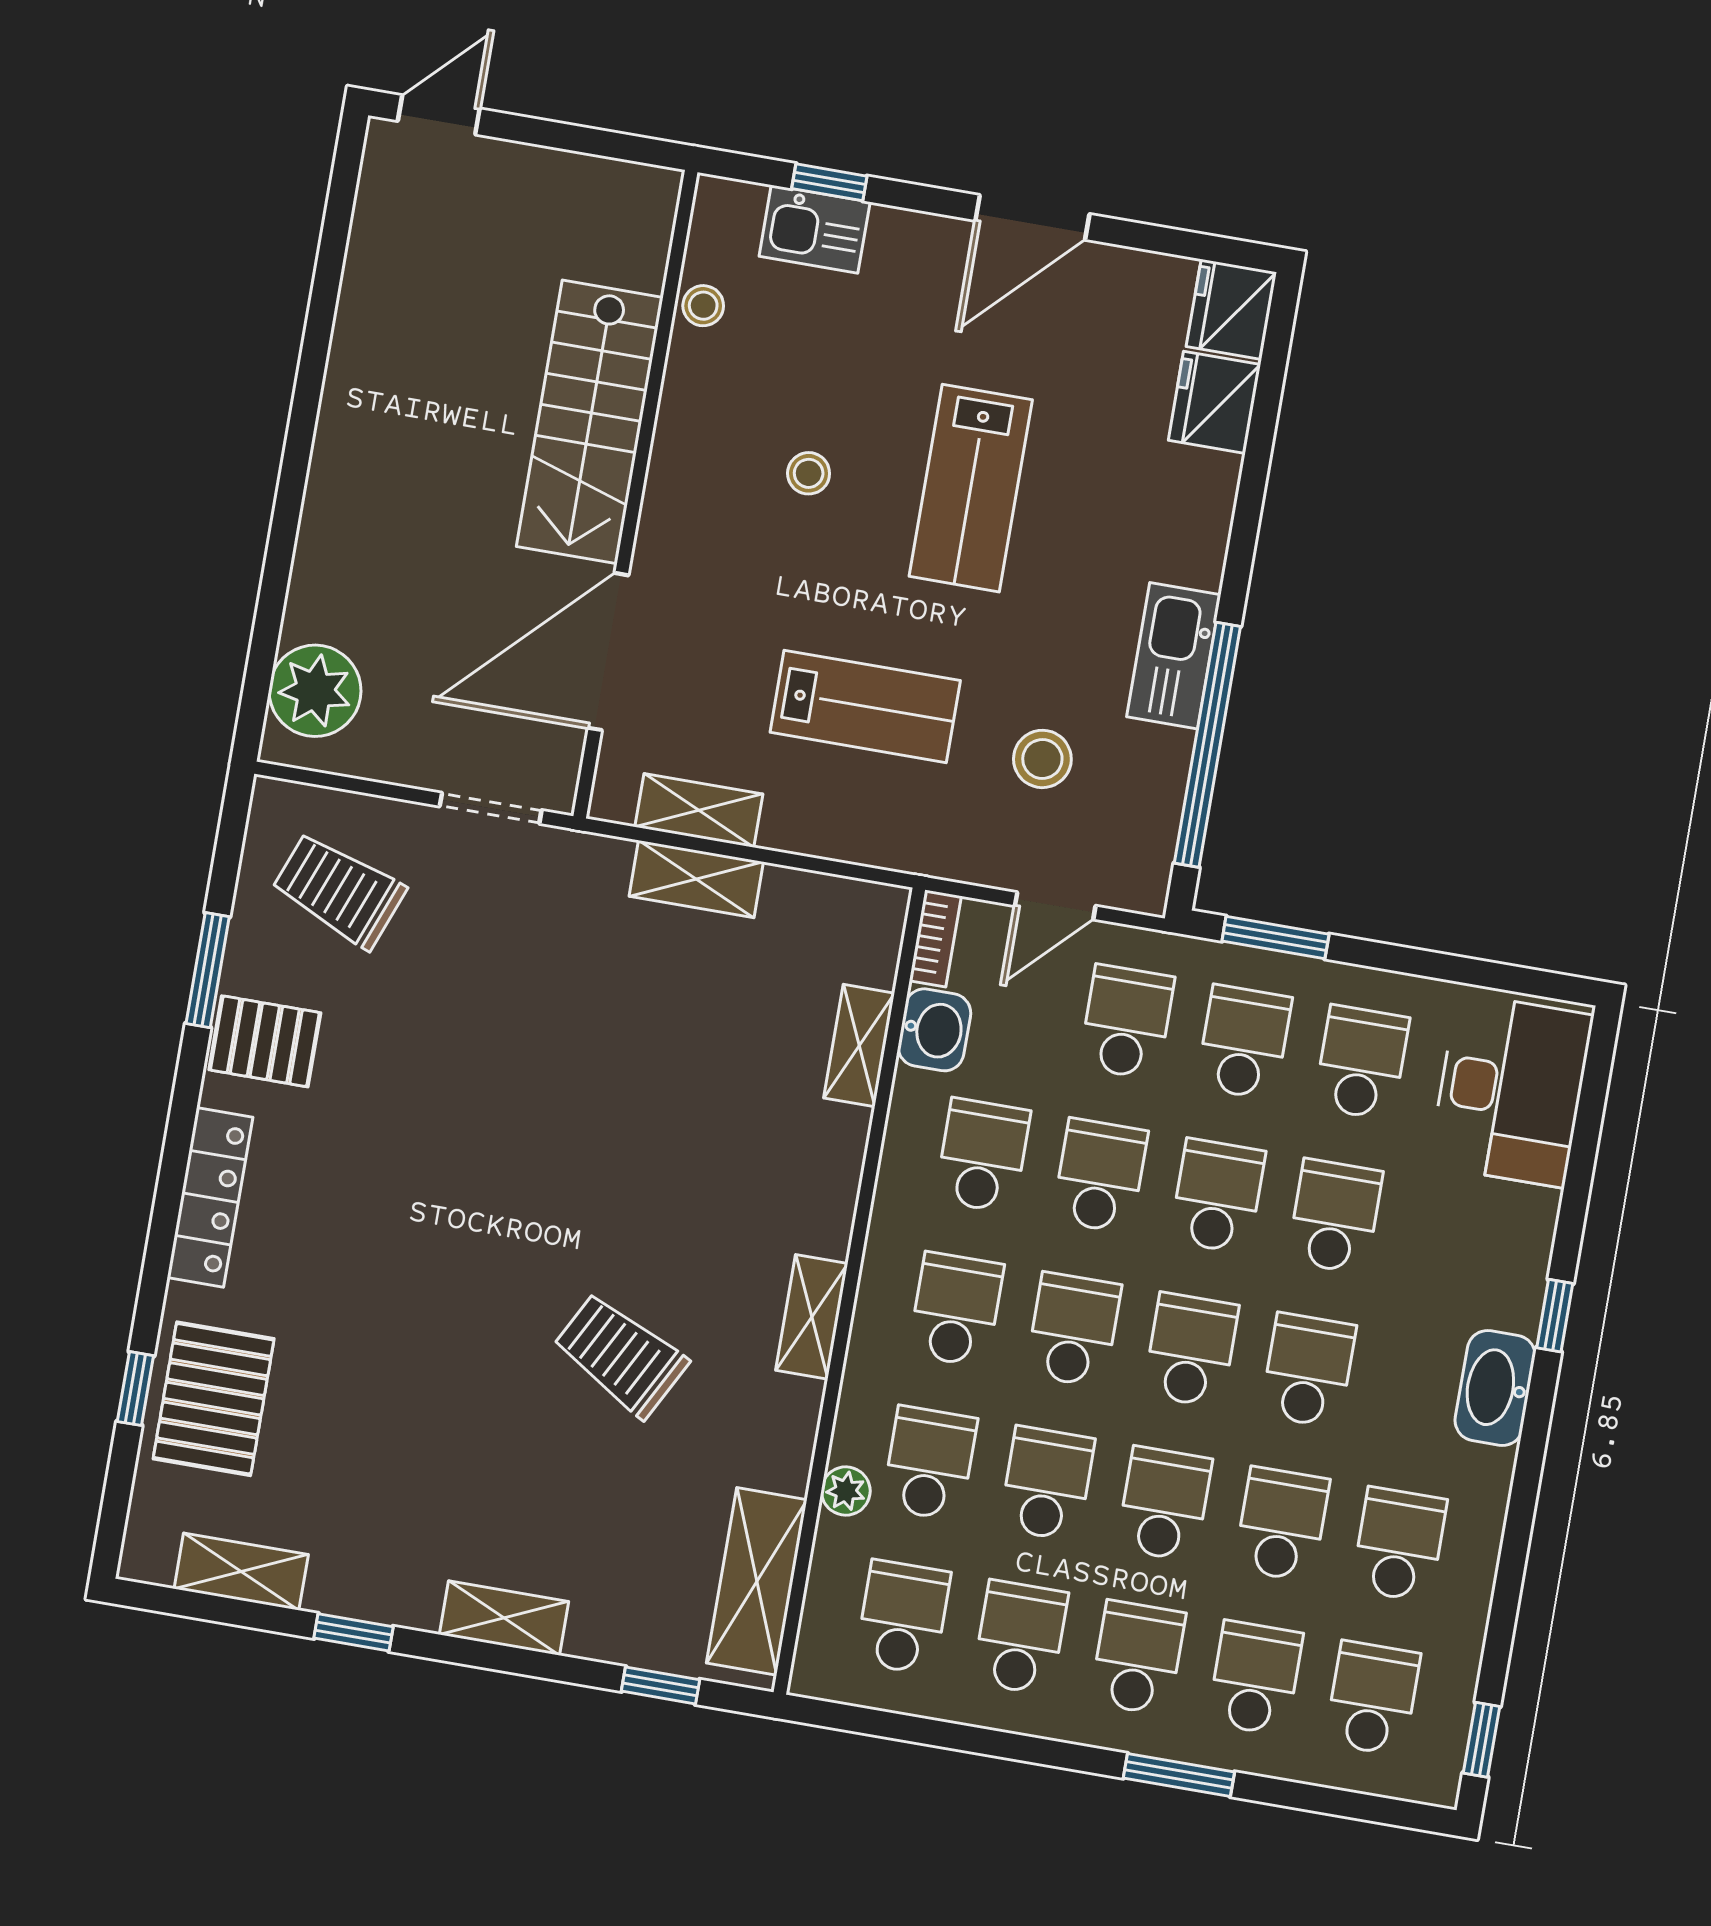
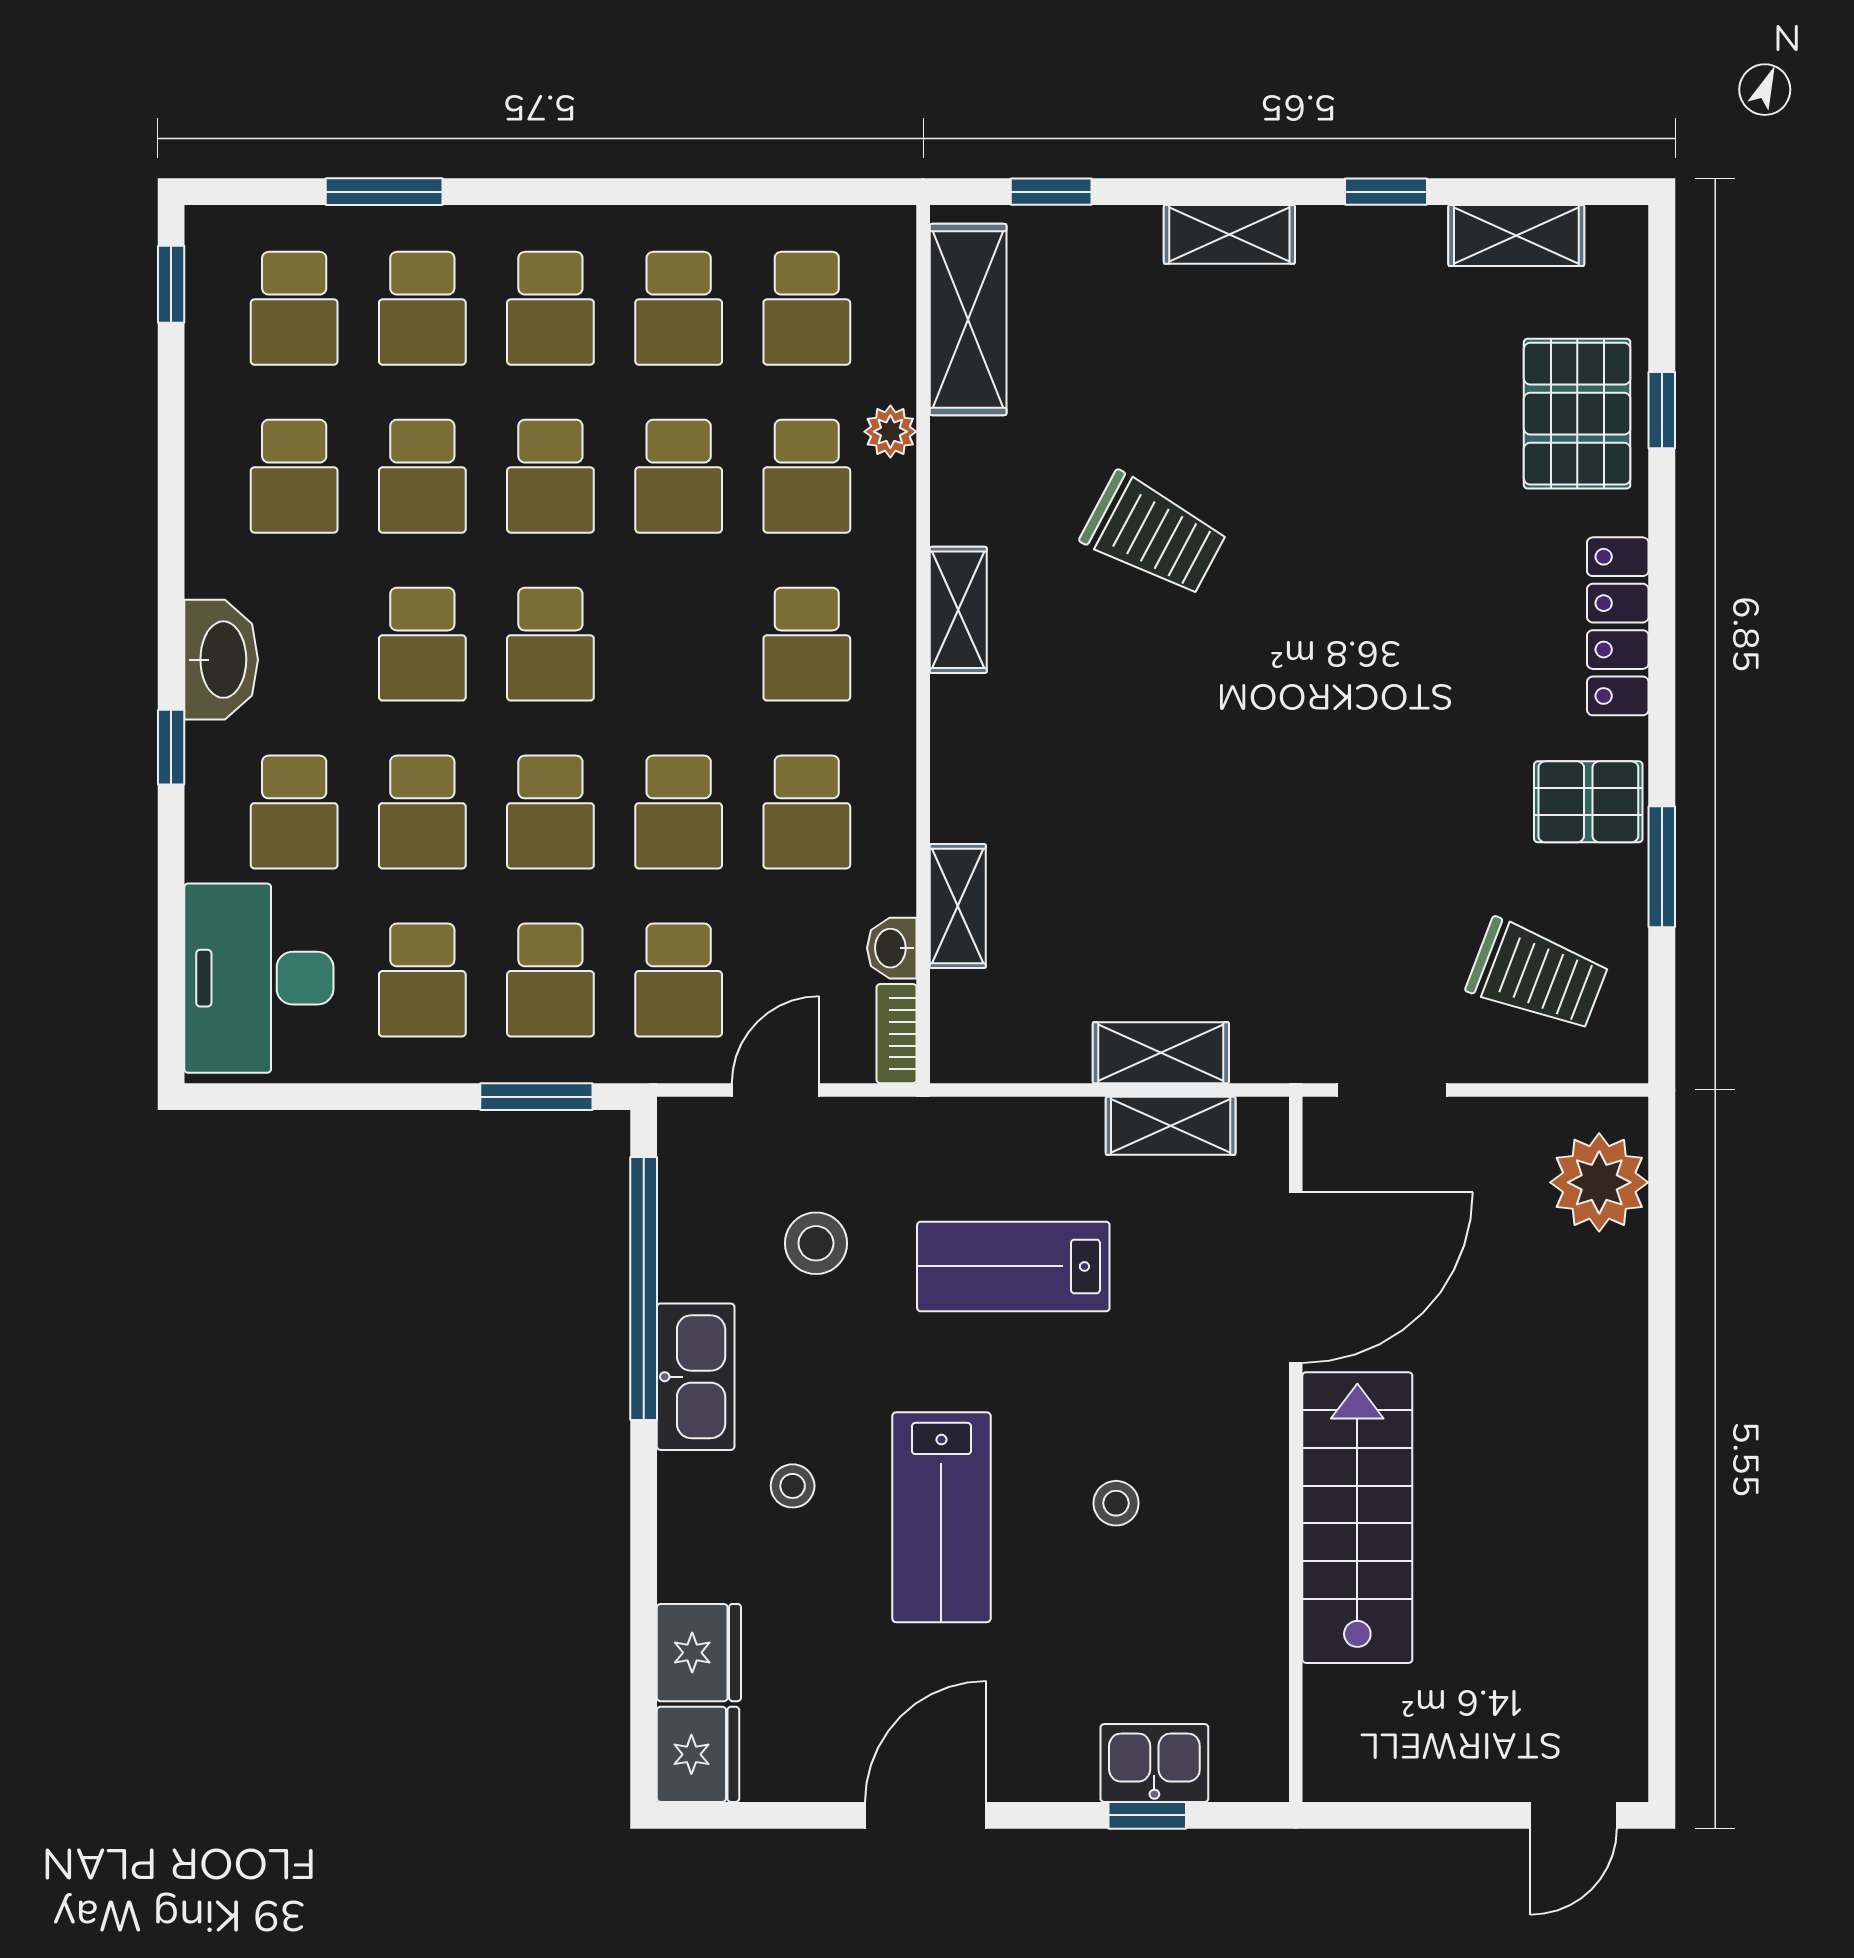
stool: (703, 306) -> (793, 1486), moved
lab bench: (971, 488) -> (941, 1517), turned 180
washbasin: (934, 1030) -> (892, 948), width x0.72, depth x0.69
school desk: (1073, 1330) -> (294, 812), moved
window: (1179, 1775) -> (384, 192), moved

